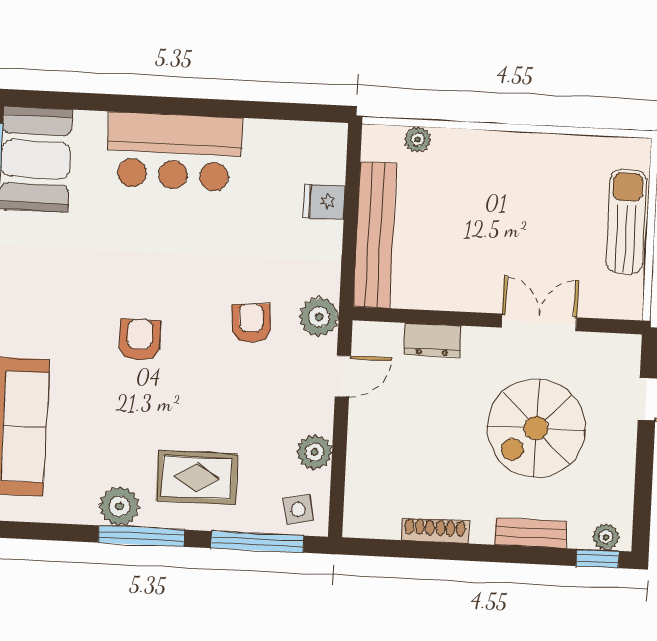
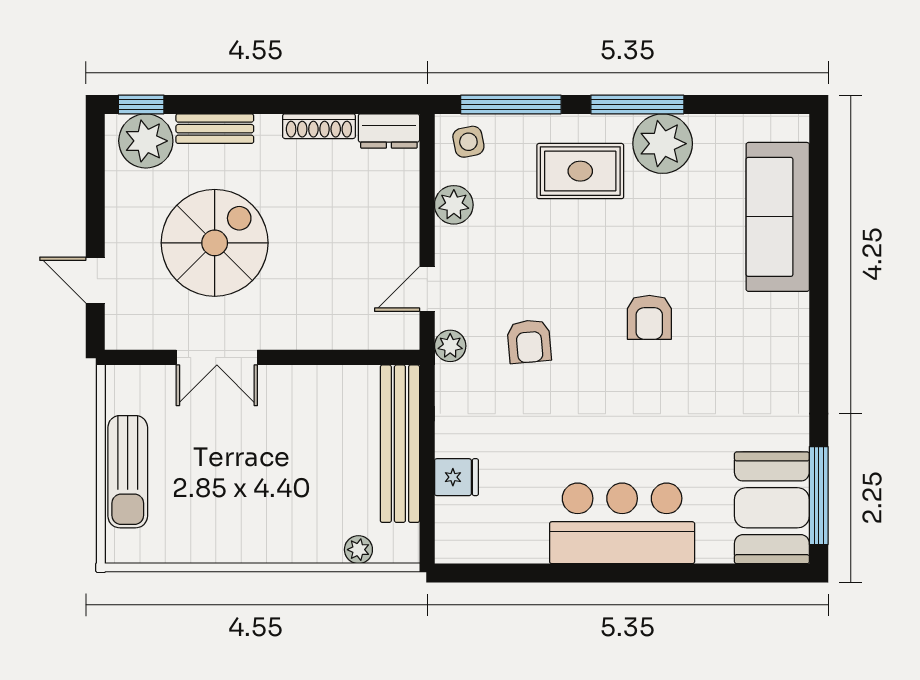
plant: (319, 317) -> (450, 346), width x0.73, depth x0.73
dresser: (432, 340) -> (389, 131), moved, turned 180
plant: (119, 506) -> (663, 144), width x1.36, depth x1.36
plant: (606, 537) -> (146, 141), width x1.88, depth x1.88

